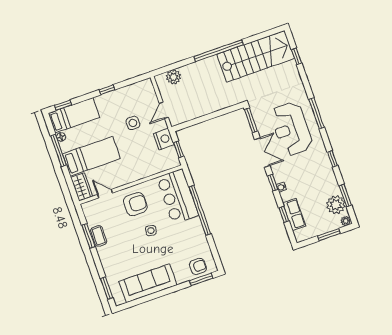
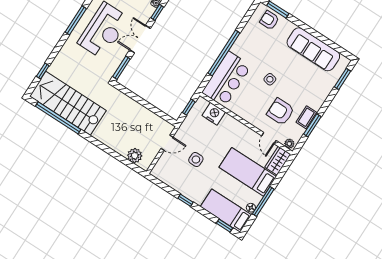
window: (218, 51) -> (58, 118), moved
nightstand: (164, 139) -> (214, 114), moved, turned 90
armchair: (135, 204) -> (281, 112), moved
plant: (88, 206) -> (289, 144), added

